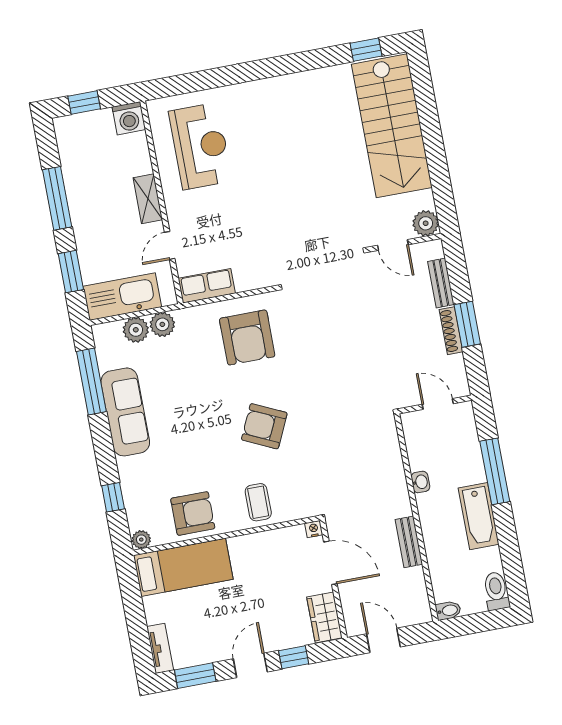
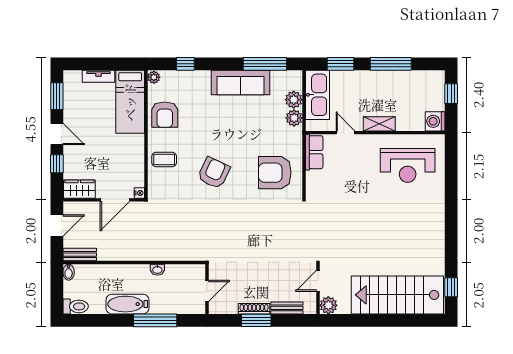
bench: (409, 542) -> (80, 255), moved
tv unit: (160, 648) -> (98, 76), moved

